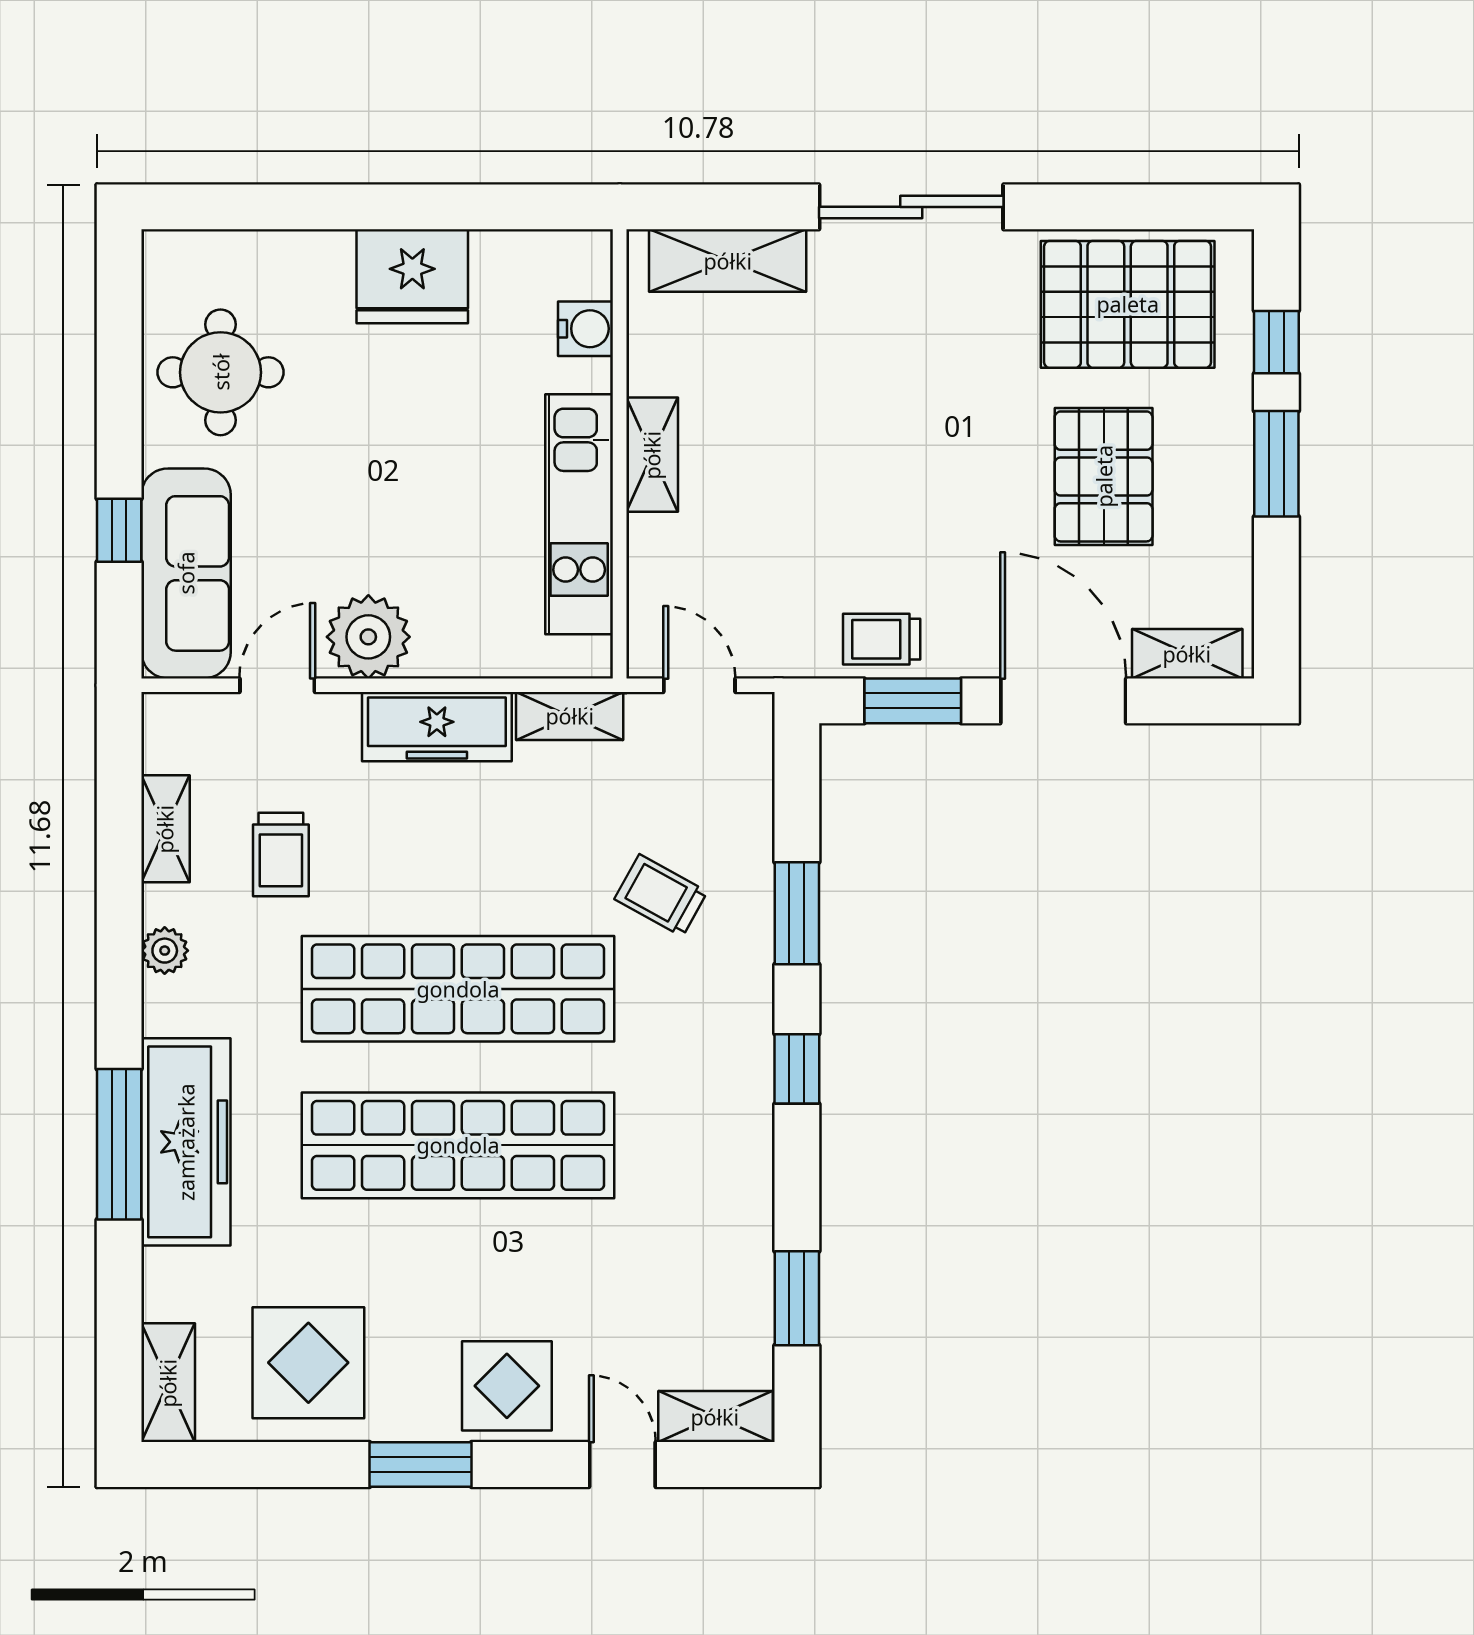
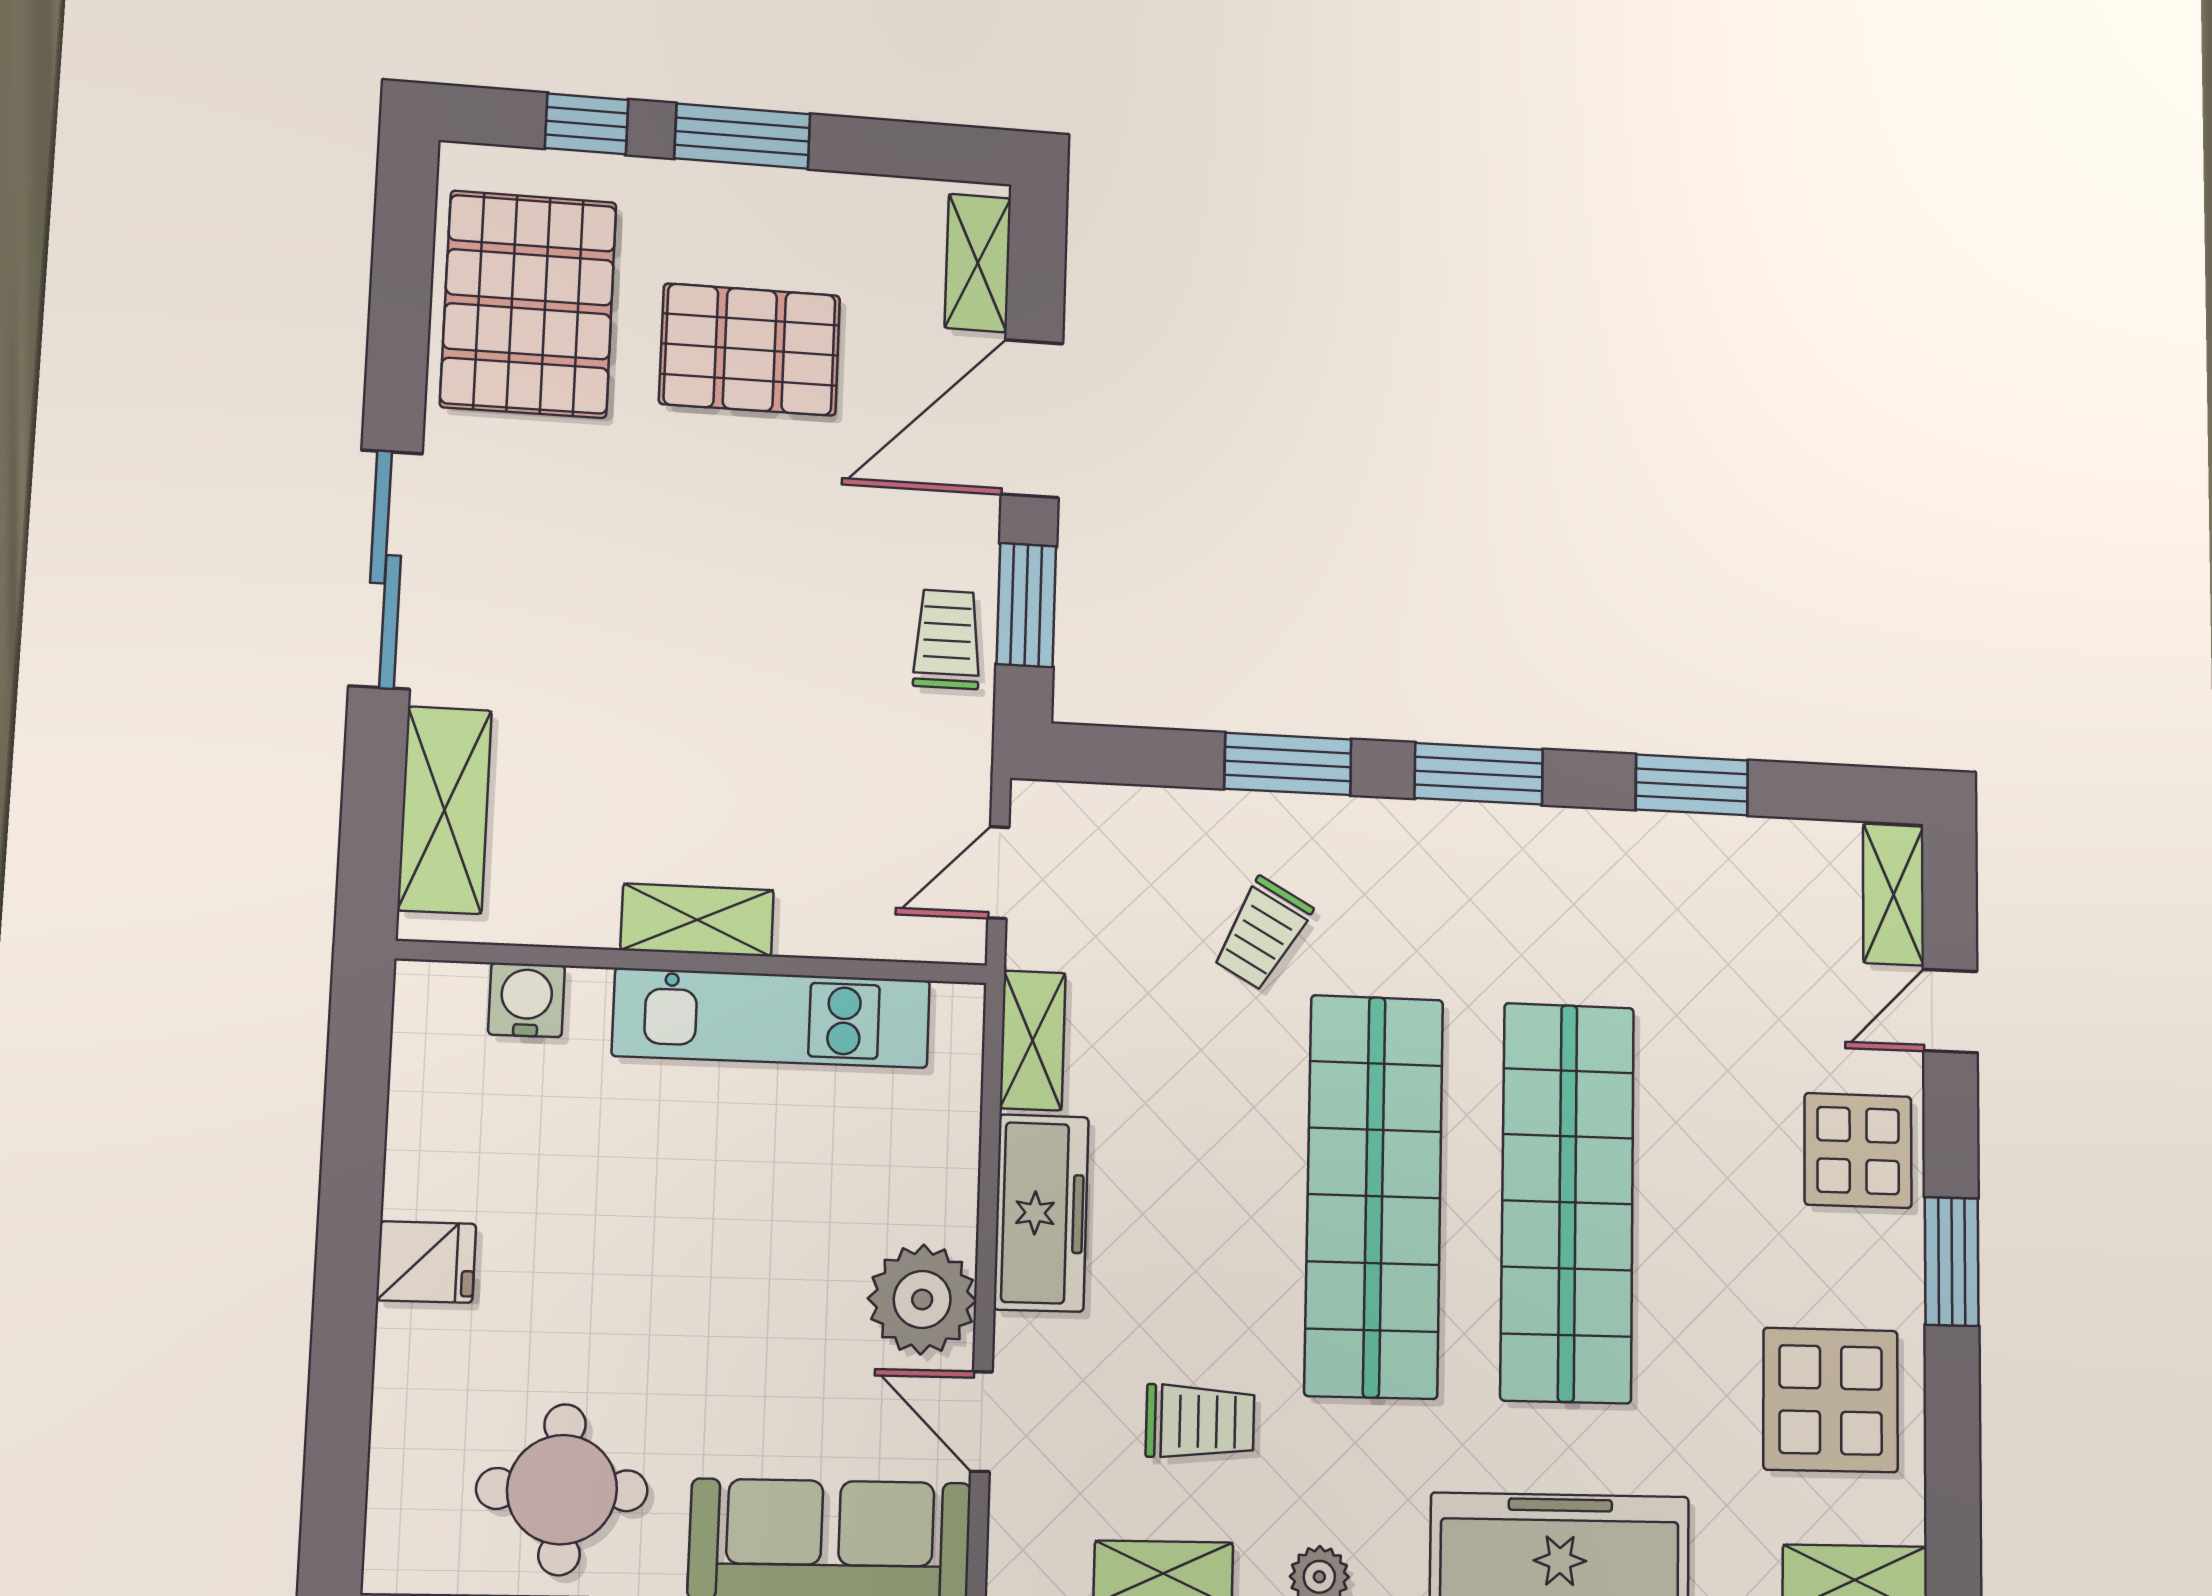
fridge: (412, 276) -> (426, 1262), width x0.53, depth x0.75
trolley: (882, 639) -> (947, 639), turned 180
window: (797, 1069) -> (1479, 774), width x1.50
window: (797, 1298) -> (1692, 785), moved

